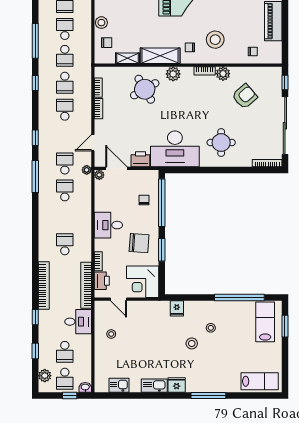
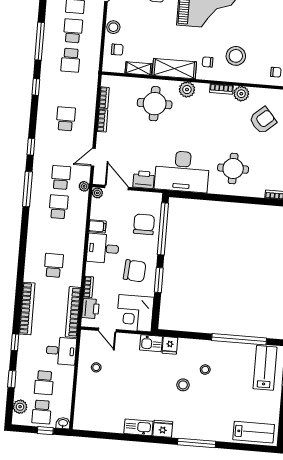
school desk: (65, 83) -> (68, 89), removed
round table: (145, 89) -> (155, 104), turned 30
chair: (144, 200) -> (144, 224), width x1.87, depth x1.87
filing cabinet: (102, 205) -> (97, 226), added
kitchen sink: (119, 385) -> (151, 343), moved, turned 180

